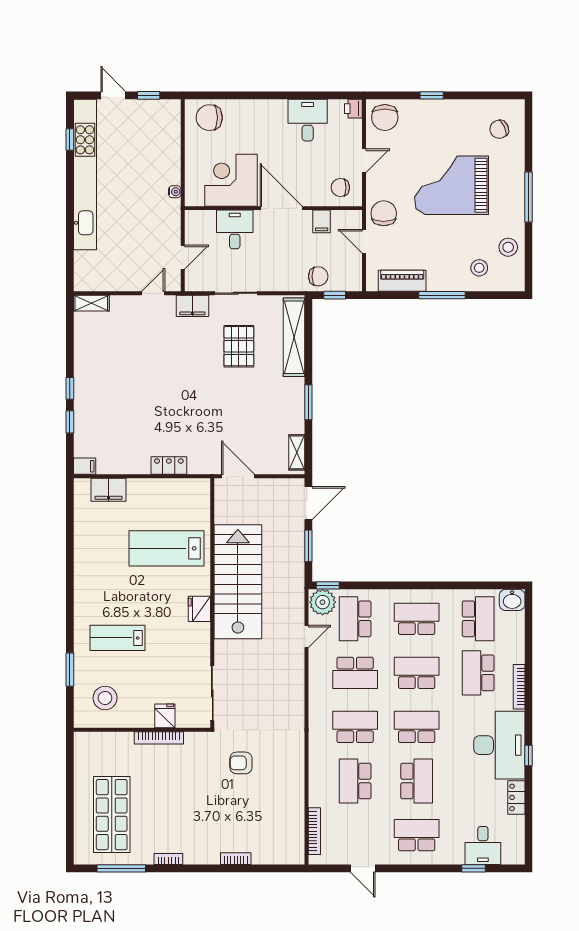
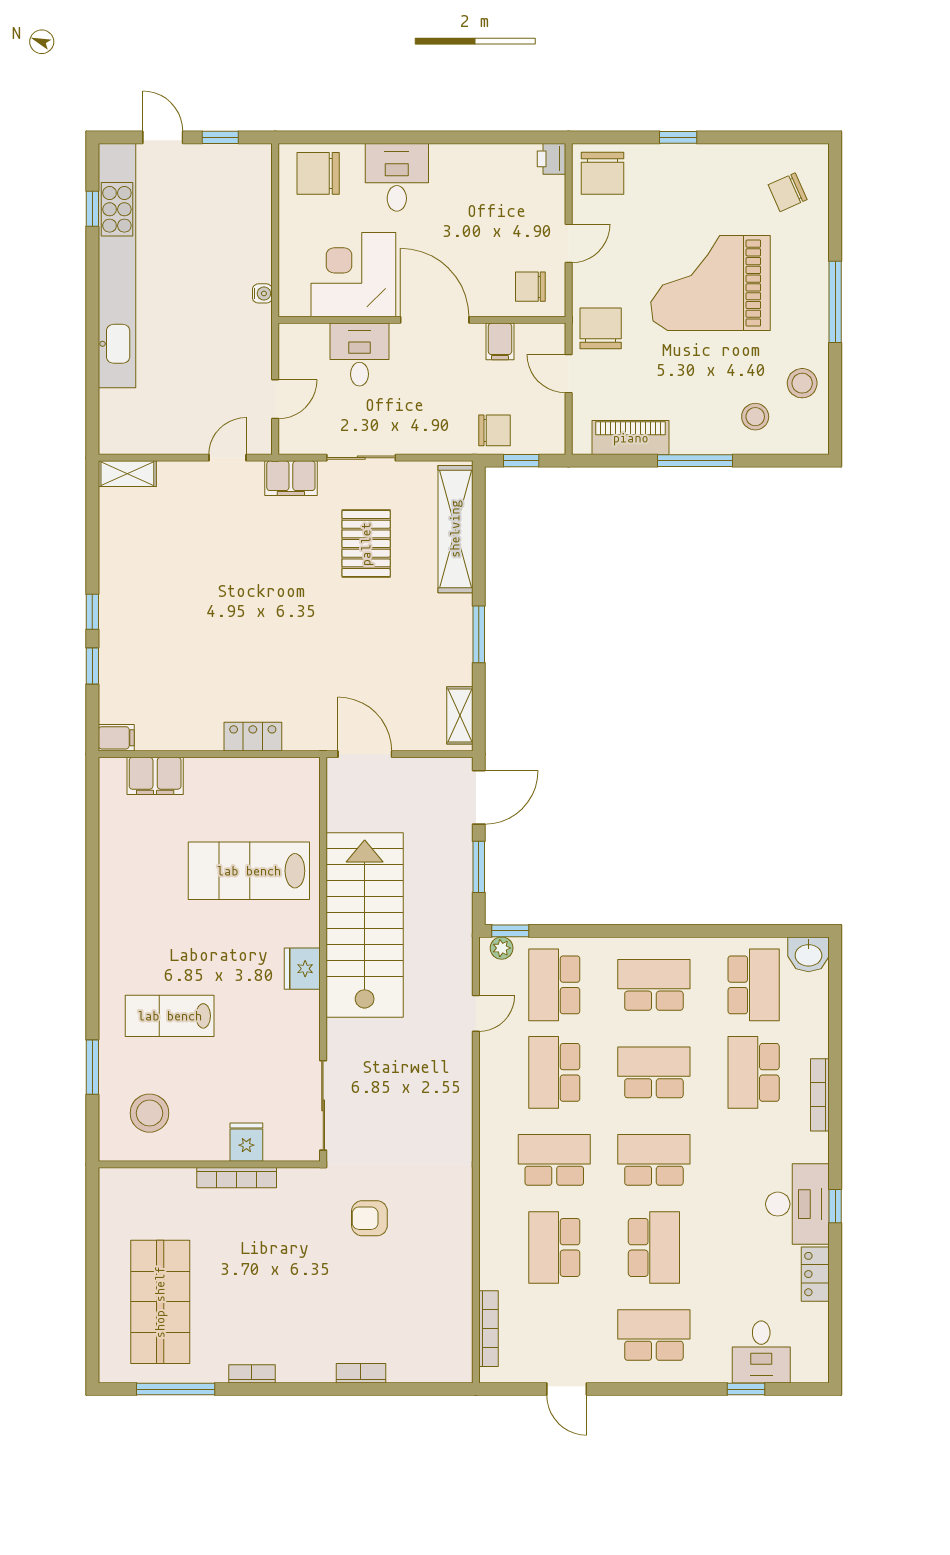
desk: (308, 120) -> (397, 177), moved
plant: (323, 602) -> (502, 948), width x0.53, depth x0.53
school desk: (355, 673) -> (554, 1072), turned 90
desk: (499, 745) -> (797, 1204), width x0.73, depth x0.77

